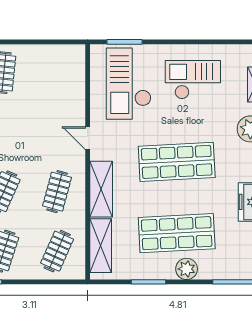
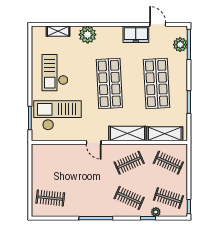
checkout: (129, 84) -> (58, 115), turned 180
door: (88, 138) -> (94, 142), hinge flipped
clothes rail: (57, 192) -> (129, 163), turned -39
plant: (187, 269) -> (180, 45), moved

